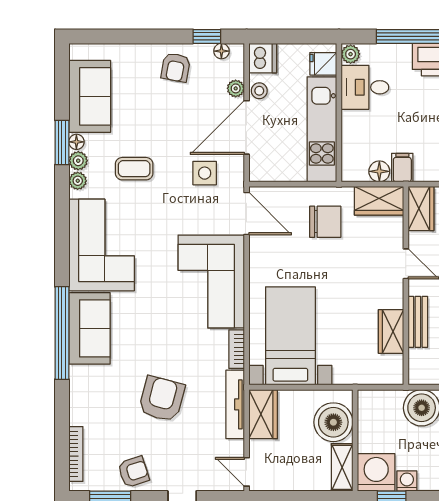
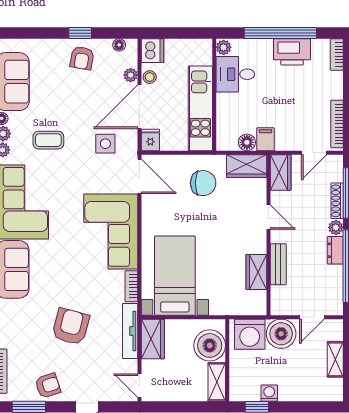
window: (207, 36) -> (80, 33), moved
fridge: (323, 64) -> (150, 140), moved, turned 90
washing machine: (376, 472) -> (250, 334), moved, turned 180

